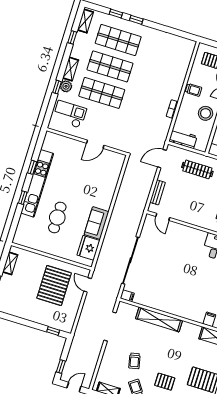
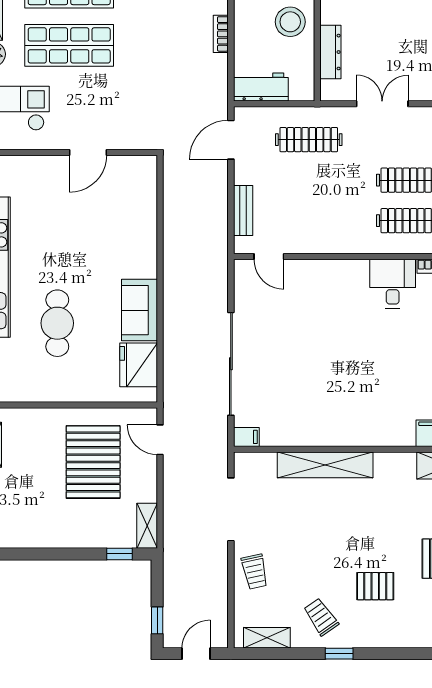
shelving: (70, 322) -> (147, 526), added
trolley: (134, 361) -> (255, 572), moved

